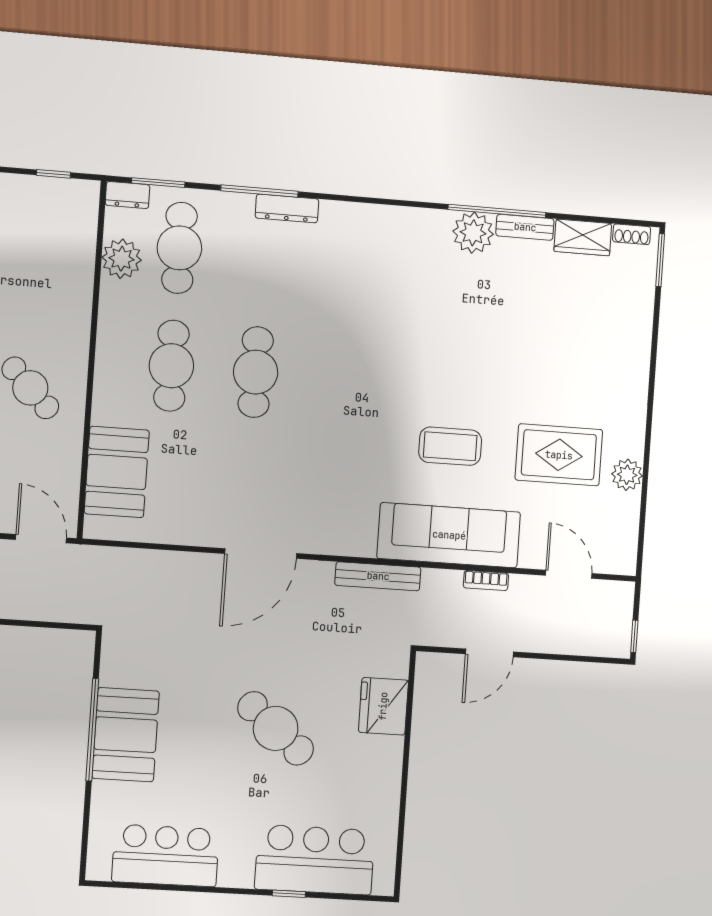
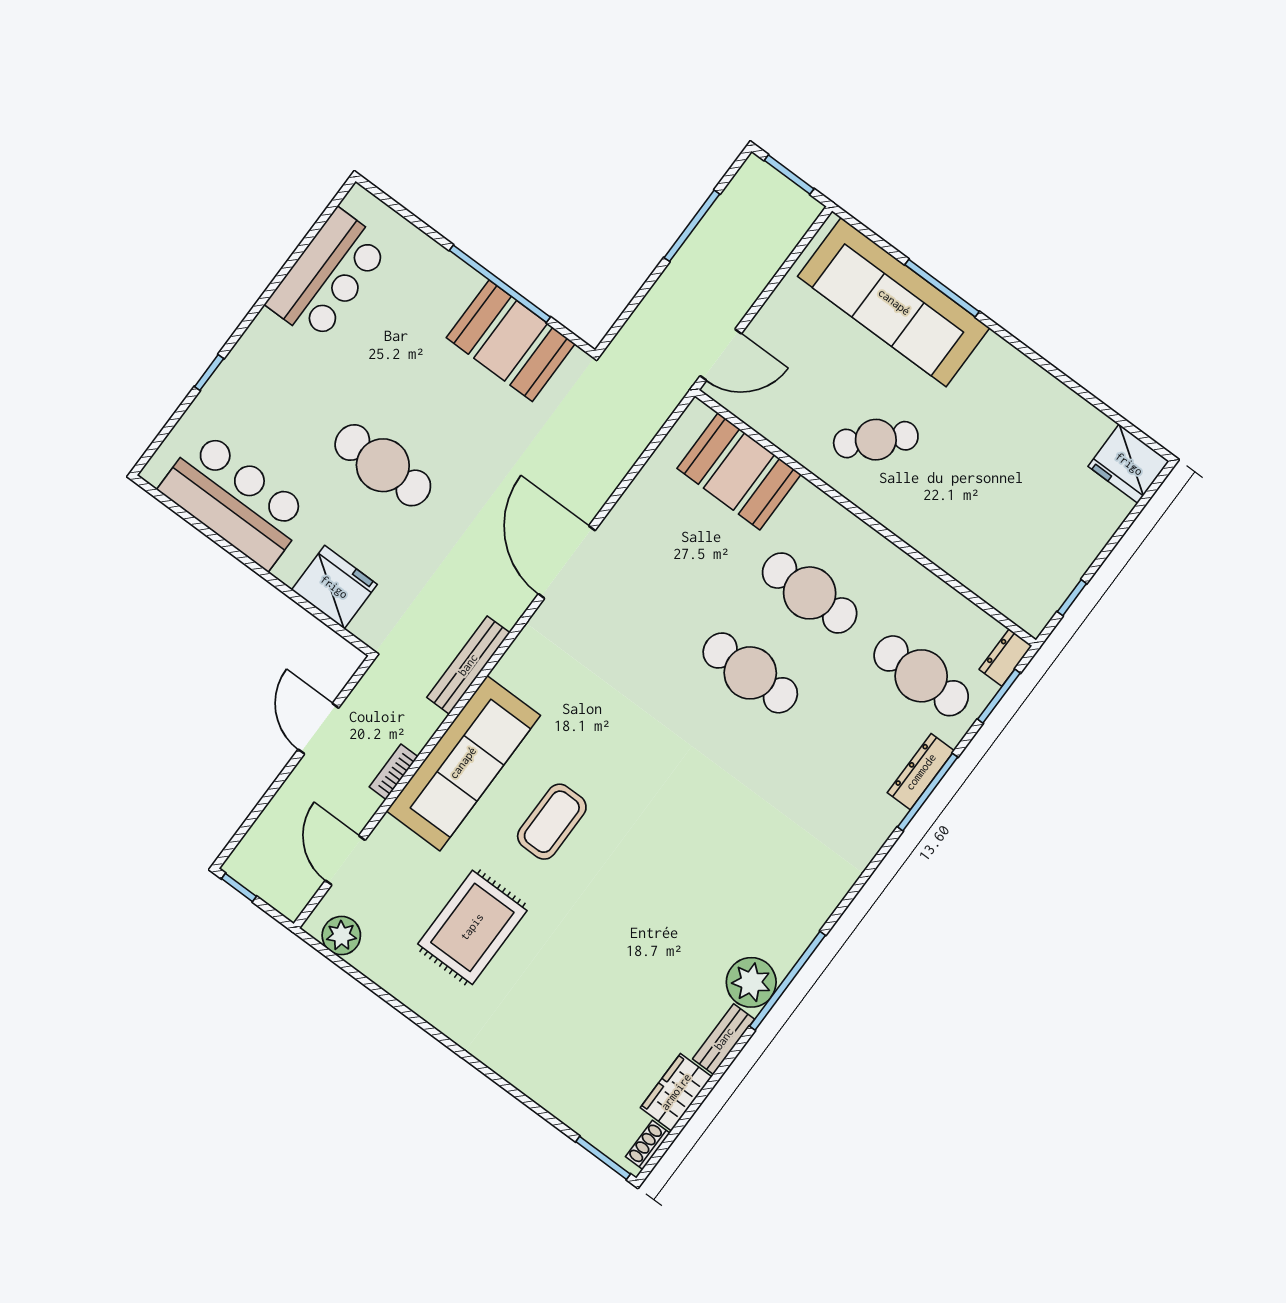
dresser: (287, 208) -> (921, 772), moved
window: (497, 211) -> (788, 981), moved
plant: (122, 259) -> (946, 611), removed
plant: (627, 475) -> (341, 936), moved
door: (569, 574) -> (345, 860), swing flipped
cafe table: (276, 728) -> (383, 465), turned 50
booth: (126, 735) -> (511, 341), moved
bar counter: (315, 860) -> (235, 500), moved, turned -90

